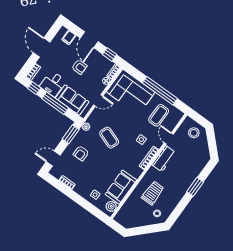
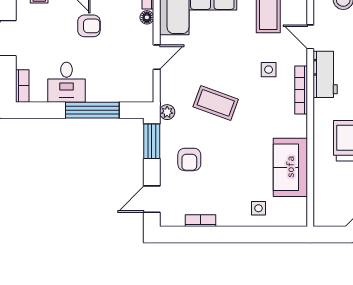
window: (34, 88) -> (42, 110), removed
sofa: (72, 100) -> (115, 86), removed
plant: (111, 206) -> (297, 209), removed

